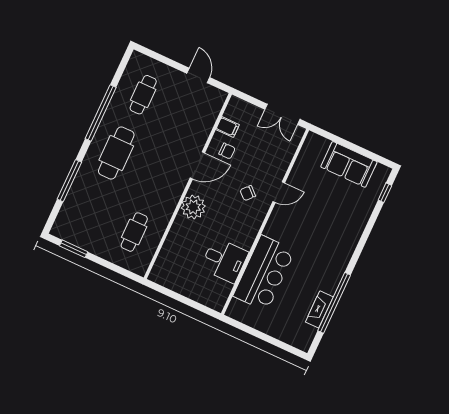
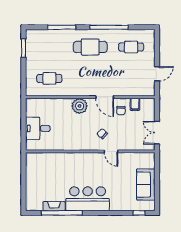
desk: (224, 260) -> (38, 128), moved, turned 90
bar counter: (264, 273) -> (88, 199), moved, turned 180

